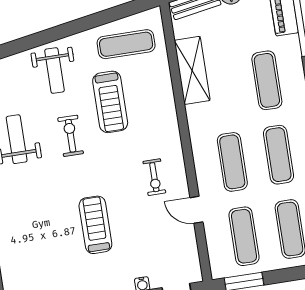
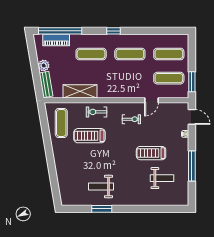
weight bench: (54, 71) -> (162, 178), moved
treadmill: (110, 102) -> (90, 136), turned 180
exercise bike: (71, 136) -> (96, 112), moved
exercise mat: (232, 162) -> (130, 78), removed

